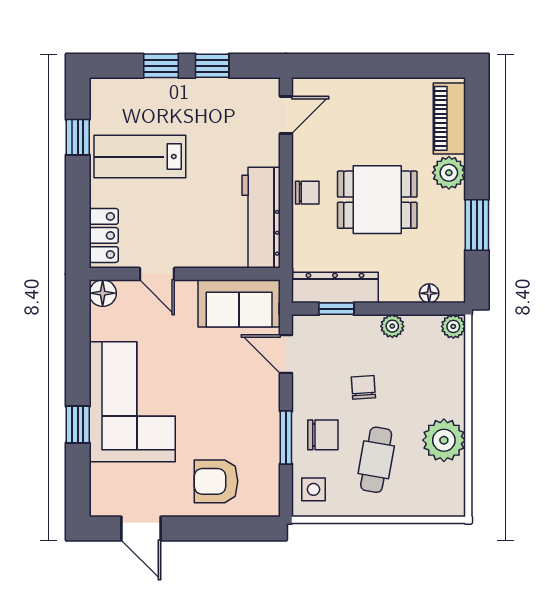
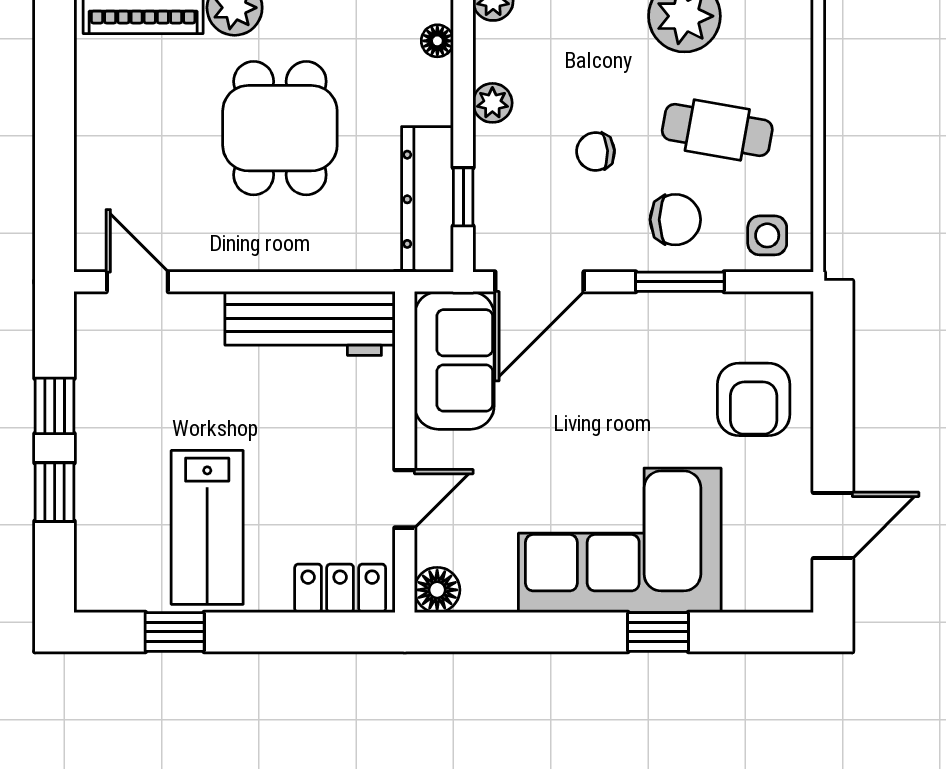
chair: (307, 193) -> (268, 246), removed
door: (286, 354) -> (539, 282), width x1.38
chair: (323, 435) -> (675, 220), turned 90

